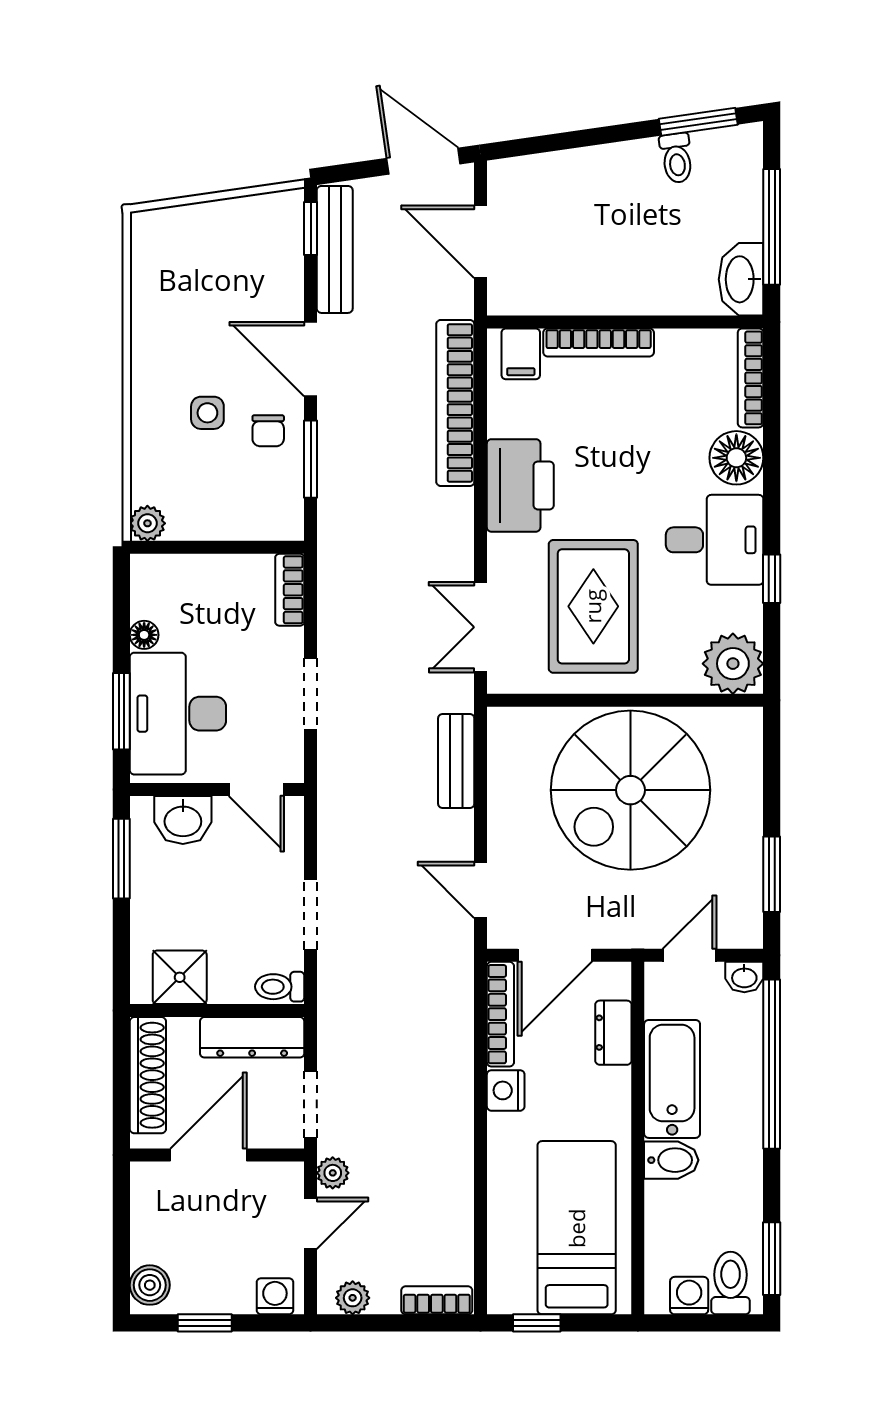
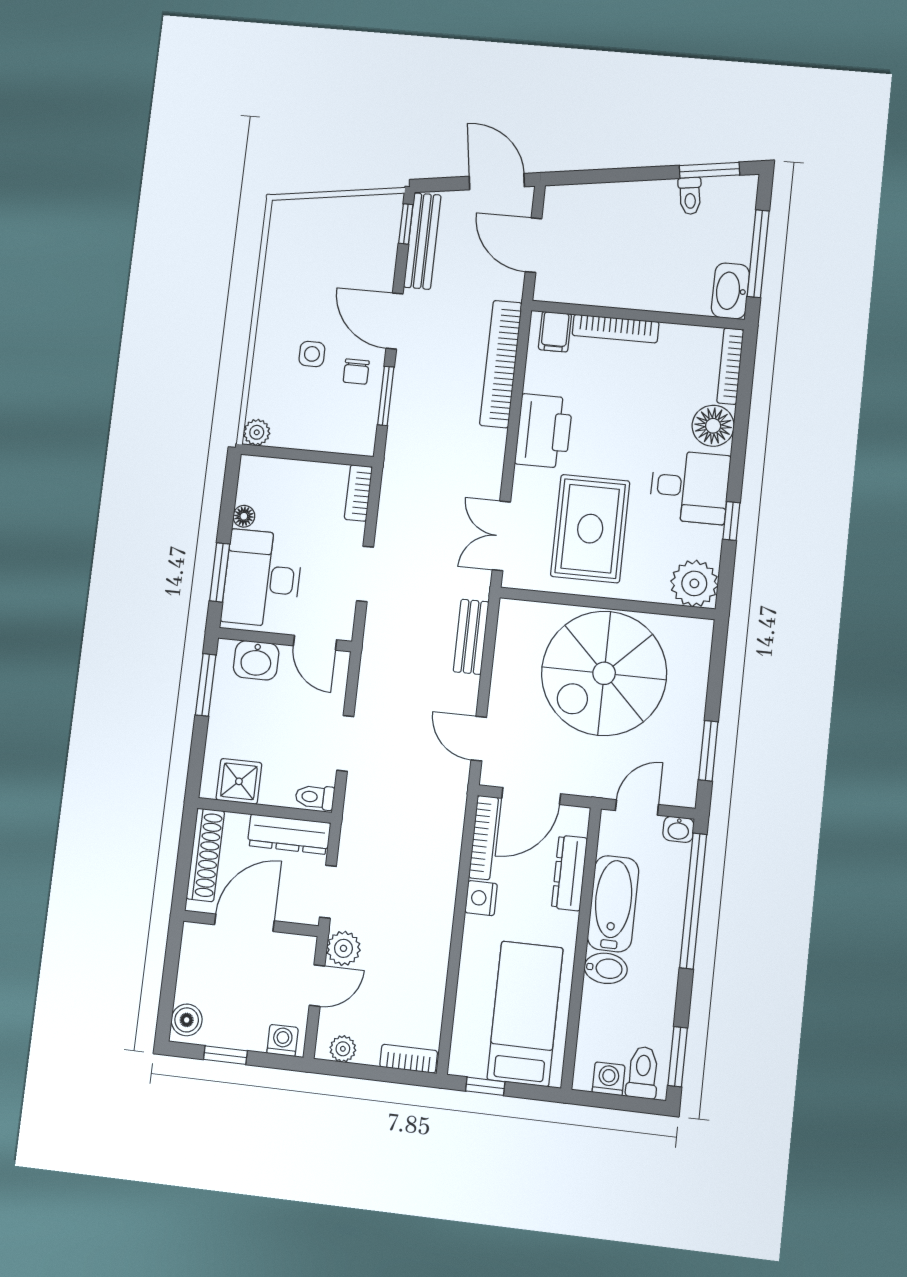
dresser: (613, 1033) -> (569, 873), width x1.44
plant: (333, 1173) -> (343, 948), width x1.38, depth x1.38

